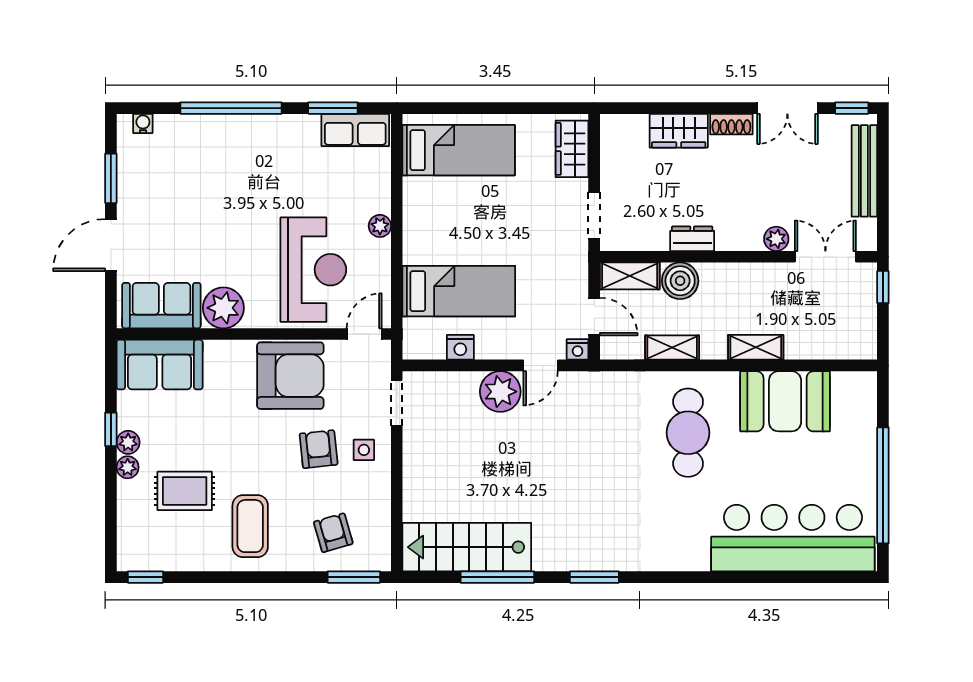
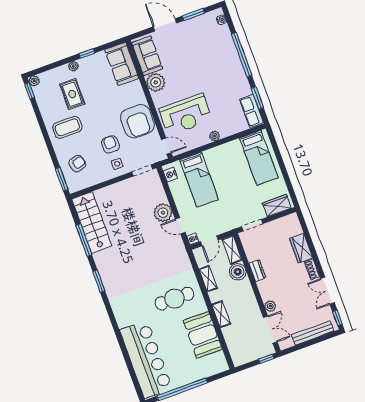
nightstand: (460, 347) -> (170, 175), moved
plant: (128, 442) -> (34, 81), moved
armchair: (319, 449) -> (110, 144), turned -84

